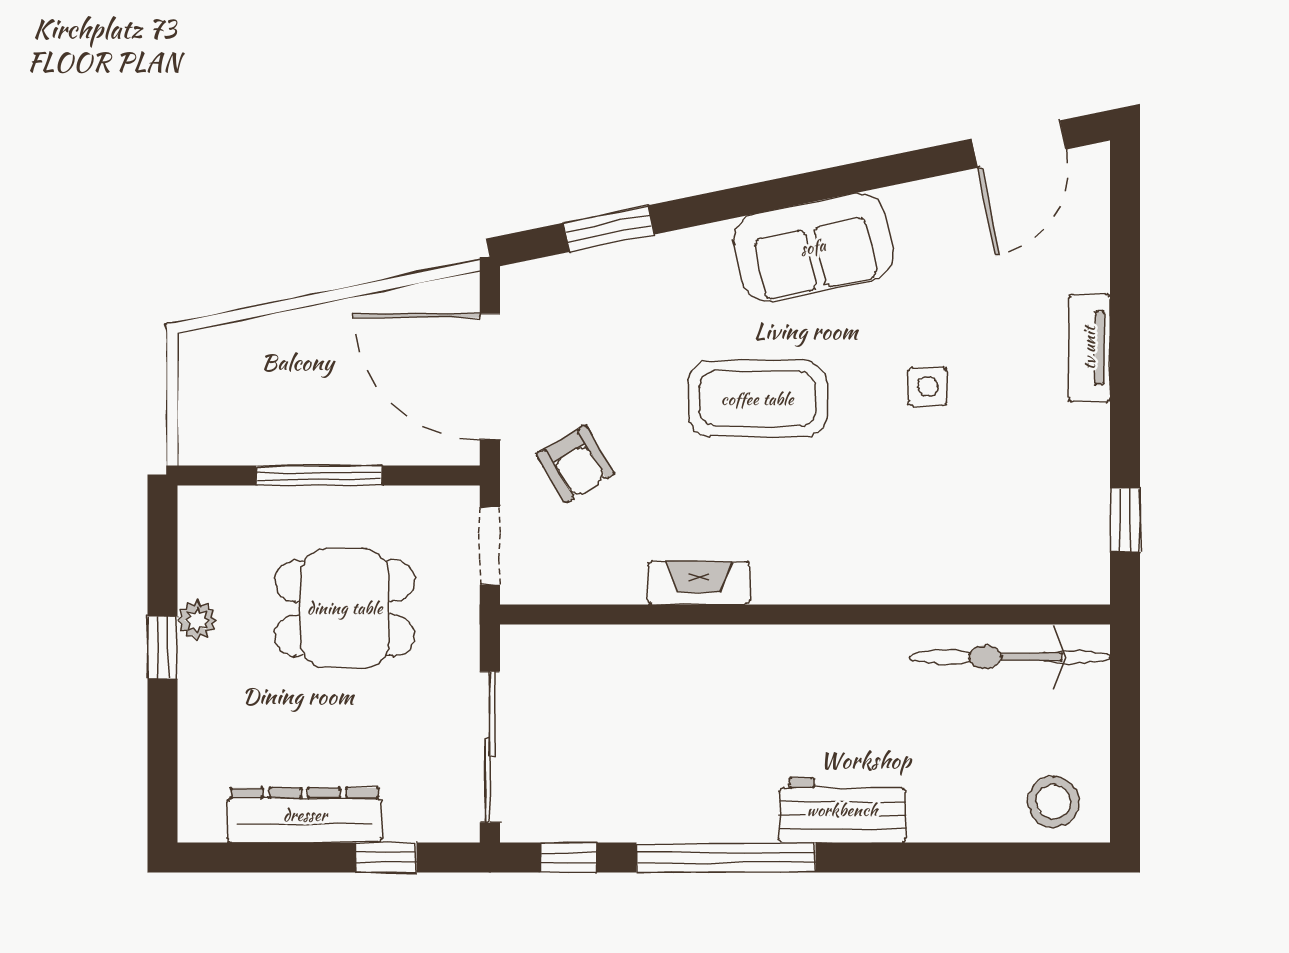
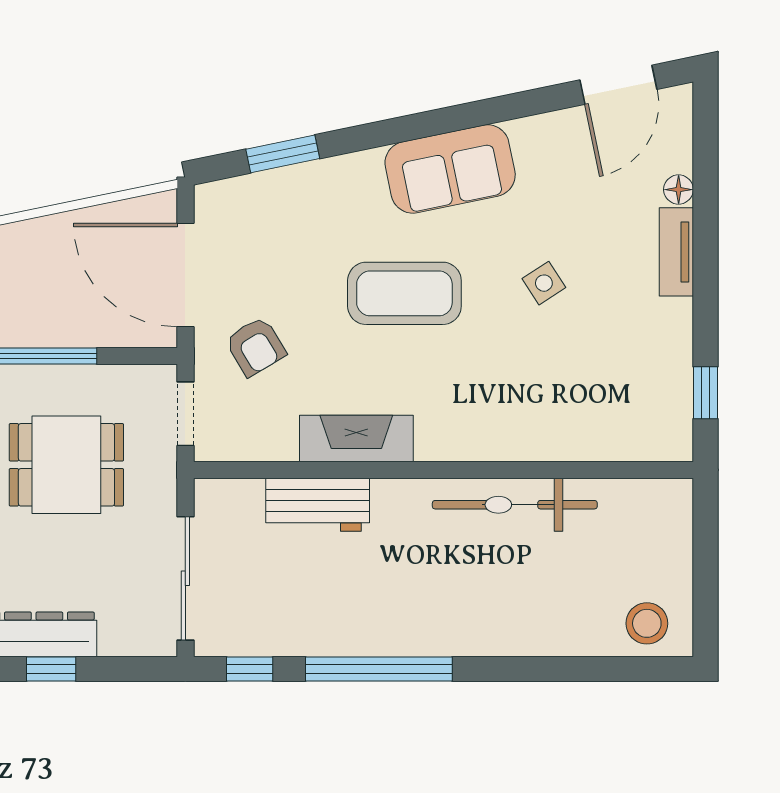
floor lamp: (1092, 272) -> (679, 190), added
side table: (928, 386) -> (544, 283), turned -33
fireplace: (699, 583) -> (356, 438), width x1.37, depth x1.32
bicycle: (1010, 657) -> (515, 505), moved
workbench: (842, 810) -> (318, 505), moved, turned 180
window: (386, 858) -> (51, 669), moved

